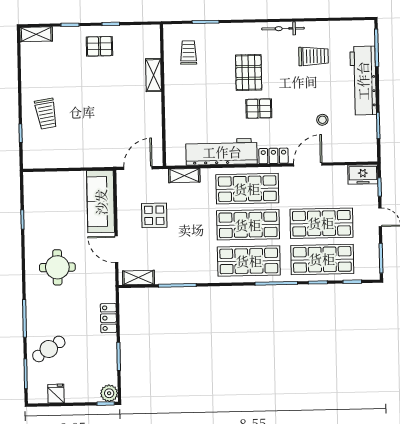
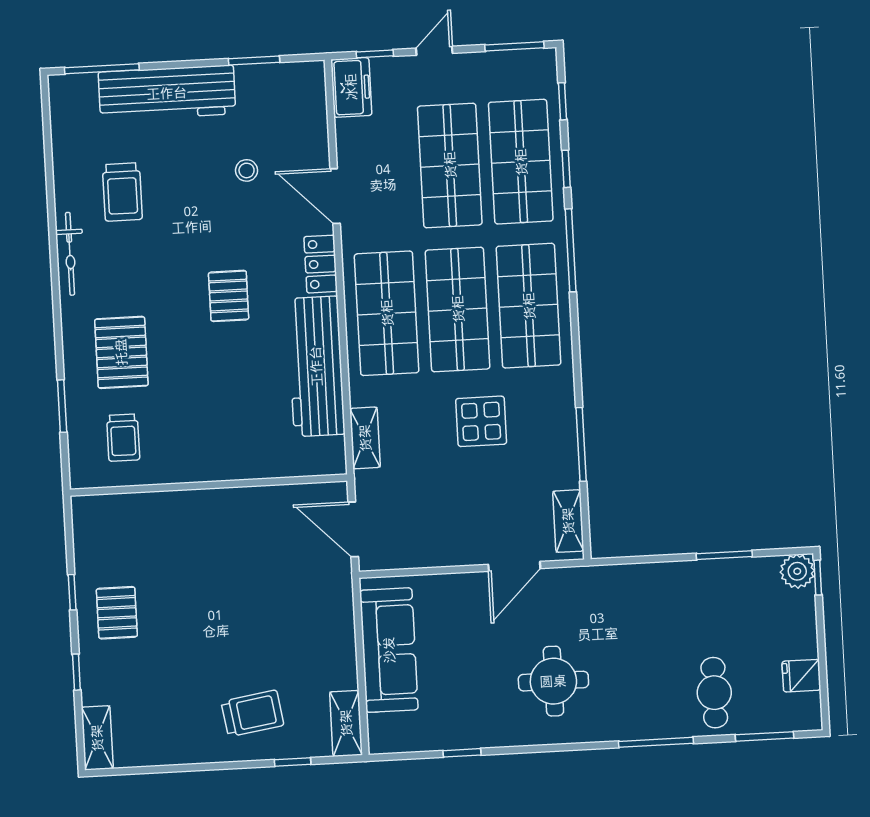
trolley: (188, 52) -> (123, 438), turned -90
trolley: (314, 56) -> (122, 192), turned 180
pallet: (249, 72) -> (121, 352), moved, turned 90
shelving: (153, 75) -> (346, 723), moved, turned 90
sofa: (101, 202) -> (389, 650), moved, turned -90
display table: (154, 215) -> (481, 421), moved
locker: (108, 318) -> (650, 577), removed
cafe table: (49, 349) -> (714, 693), turned 33

